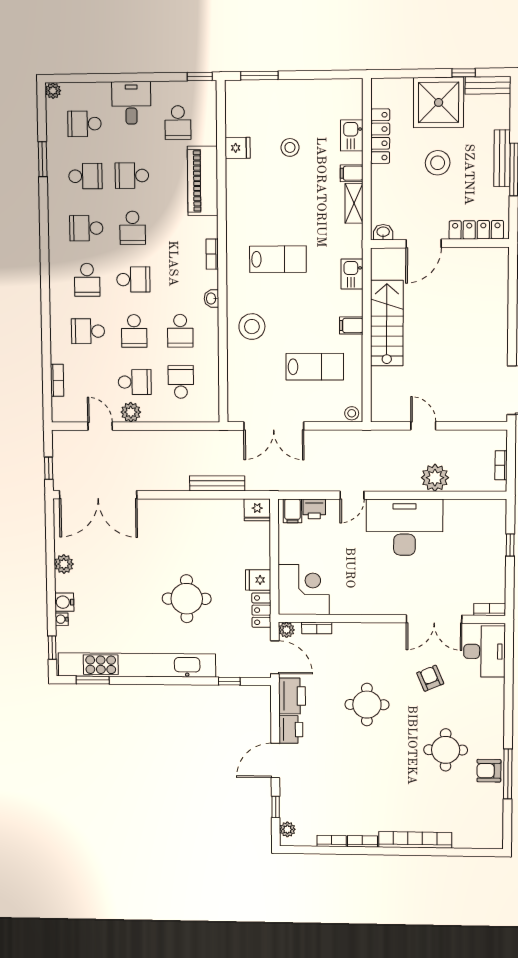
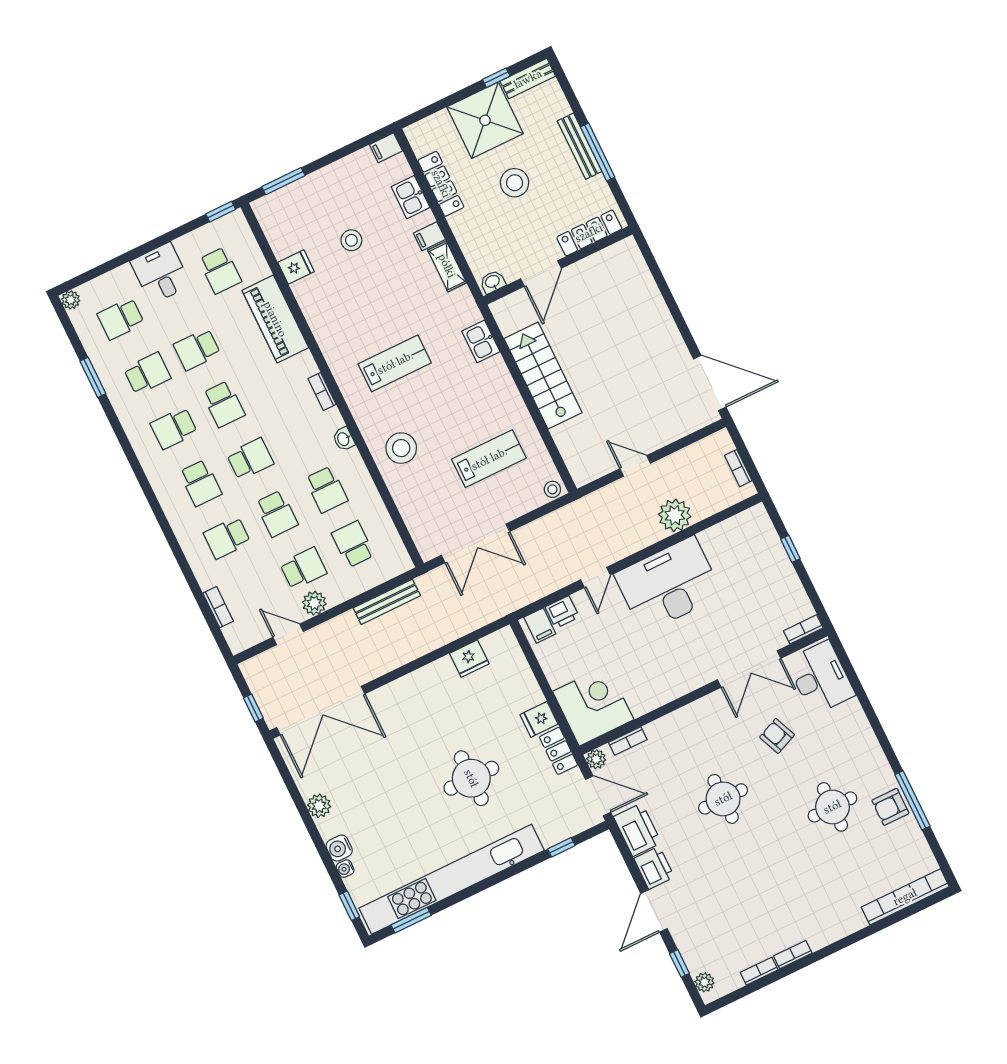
filing cabinet: (351, 325) -> (386, 148), moved
bench: (217, 483) -> (387, 602), moved
fridge: (257, 510) -> (469, 659), moved
bookcase: (415, 840) -> (905, 897), moved

